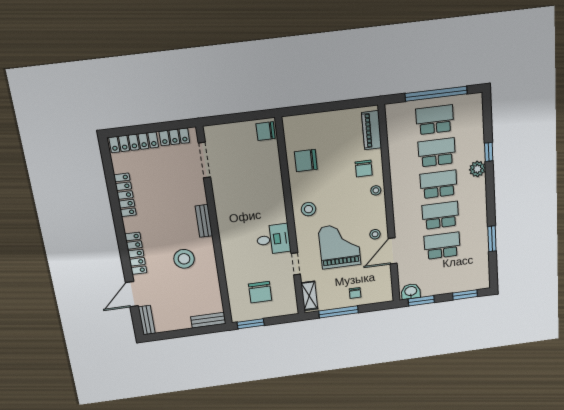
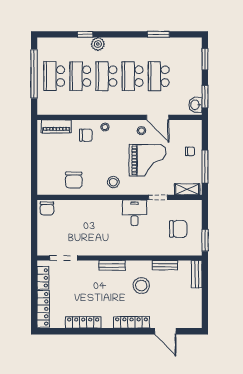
grand piano: (340, 246) -> (147, 160), turned 180
bench: (147, 320) -> (165, 265), moved

